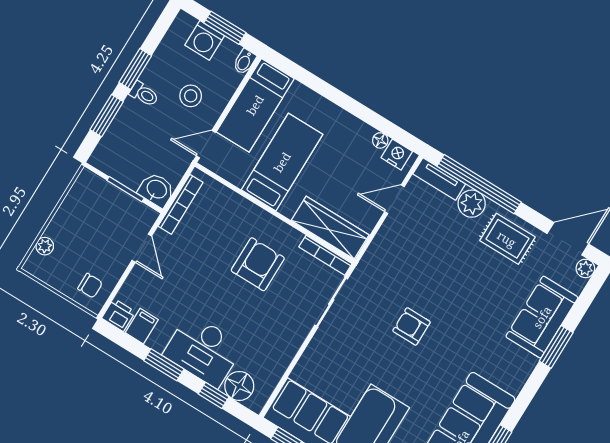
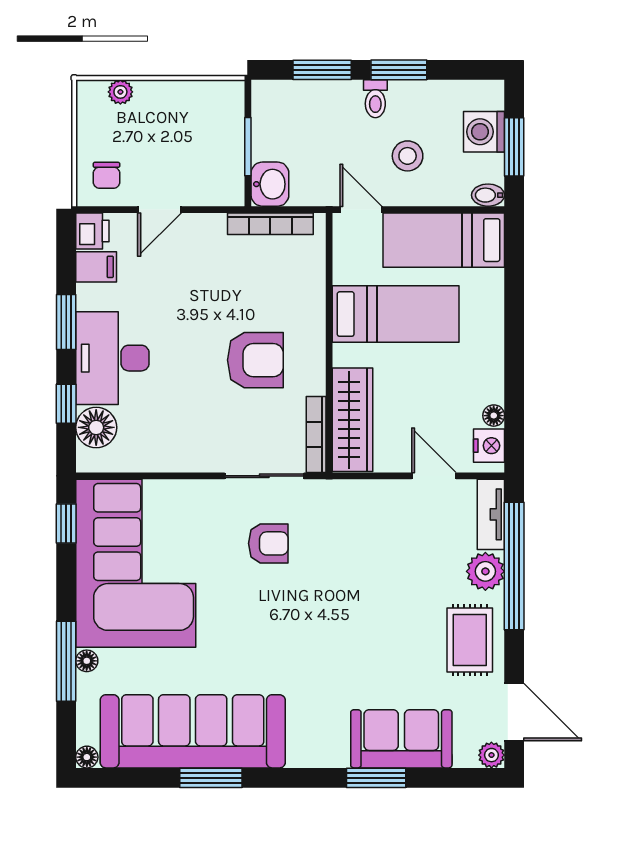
door: (142, 248) -> (160, 210), moved
armchair: (411, 326) -> (268, 543), moved, turned 90

